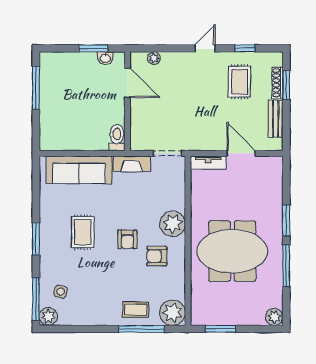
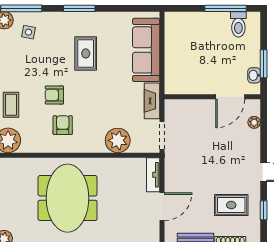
toilet: (117, 138) -> (238, 24), moved, turned 90
plant: (173, 224) -> (118, 140), moved
rug: (83, 232) -> (86, 53), turned 90
armchair: (127, 239) -> (54, 95), moved

